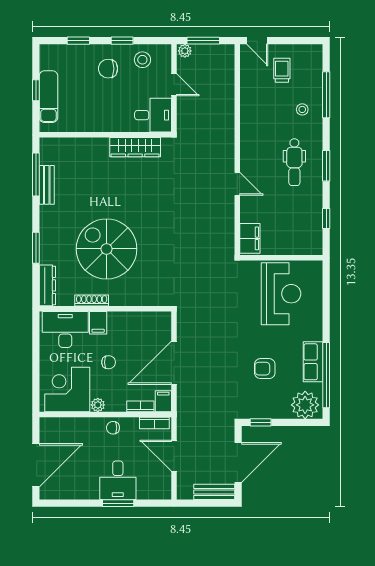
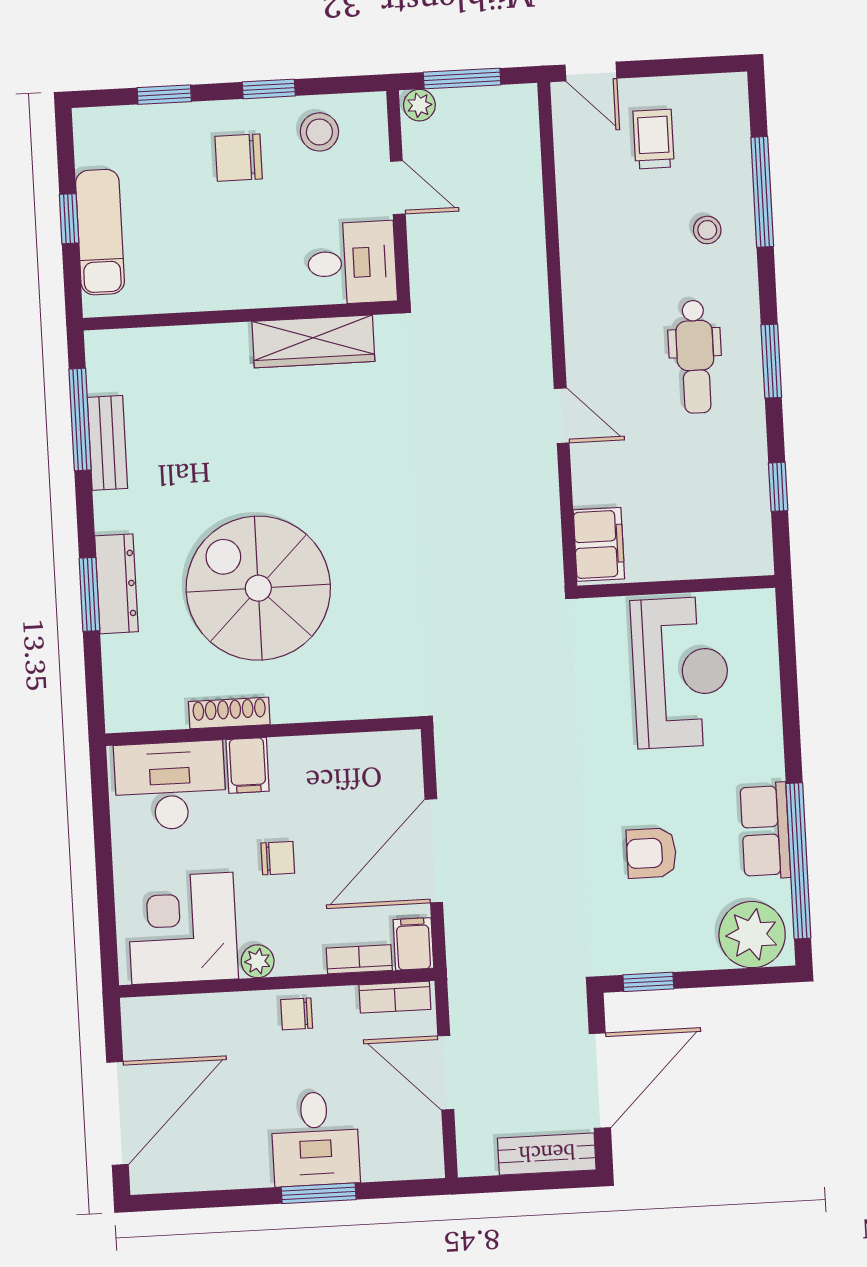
dresser: (47, 285) -> (116, 584), moved

